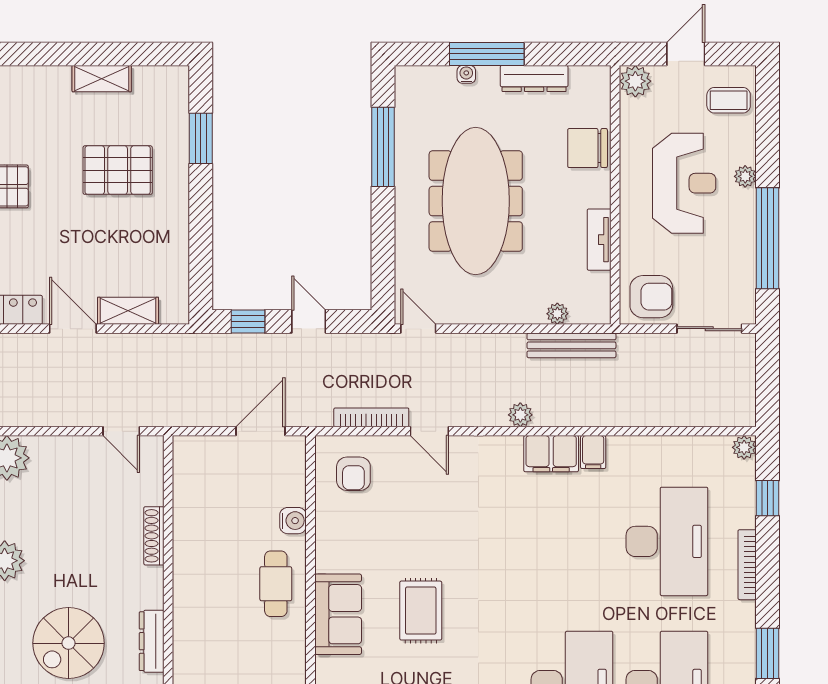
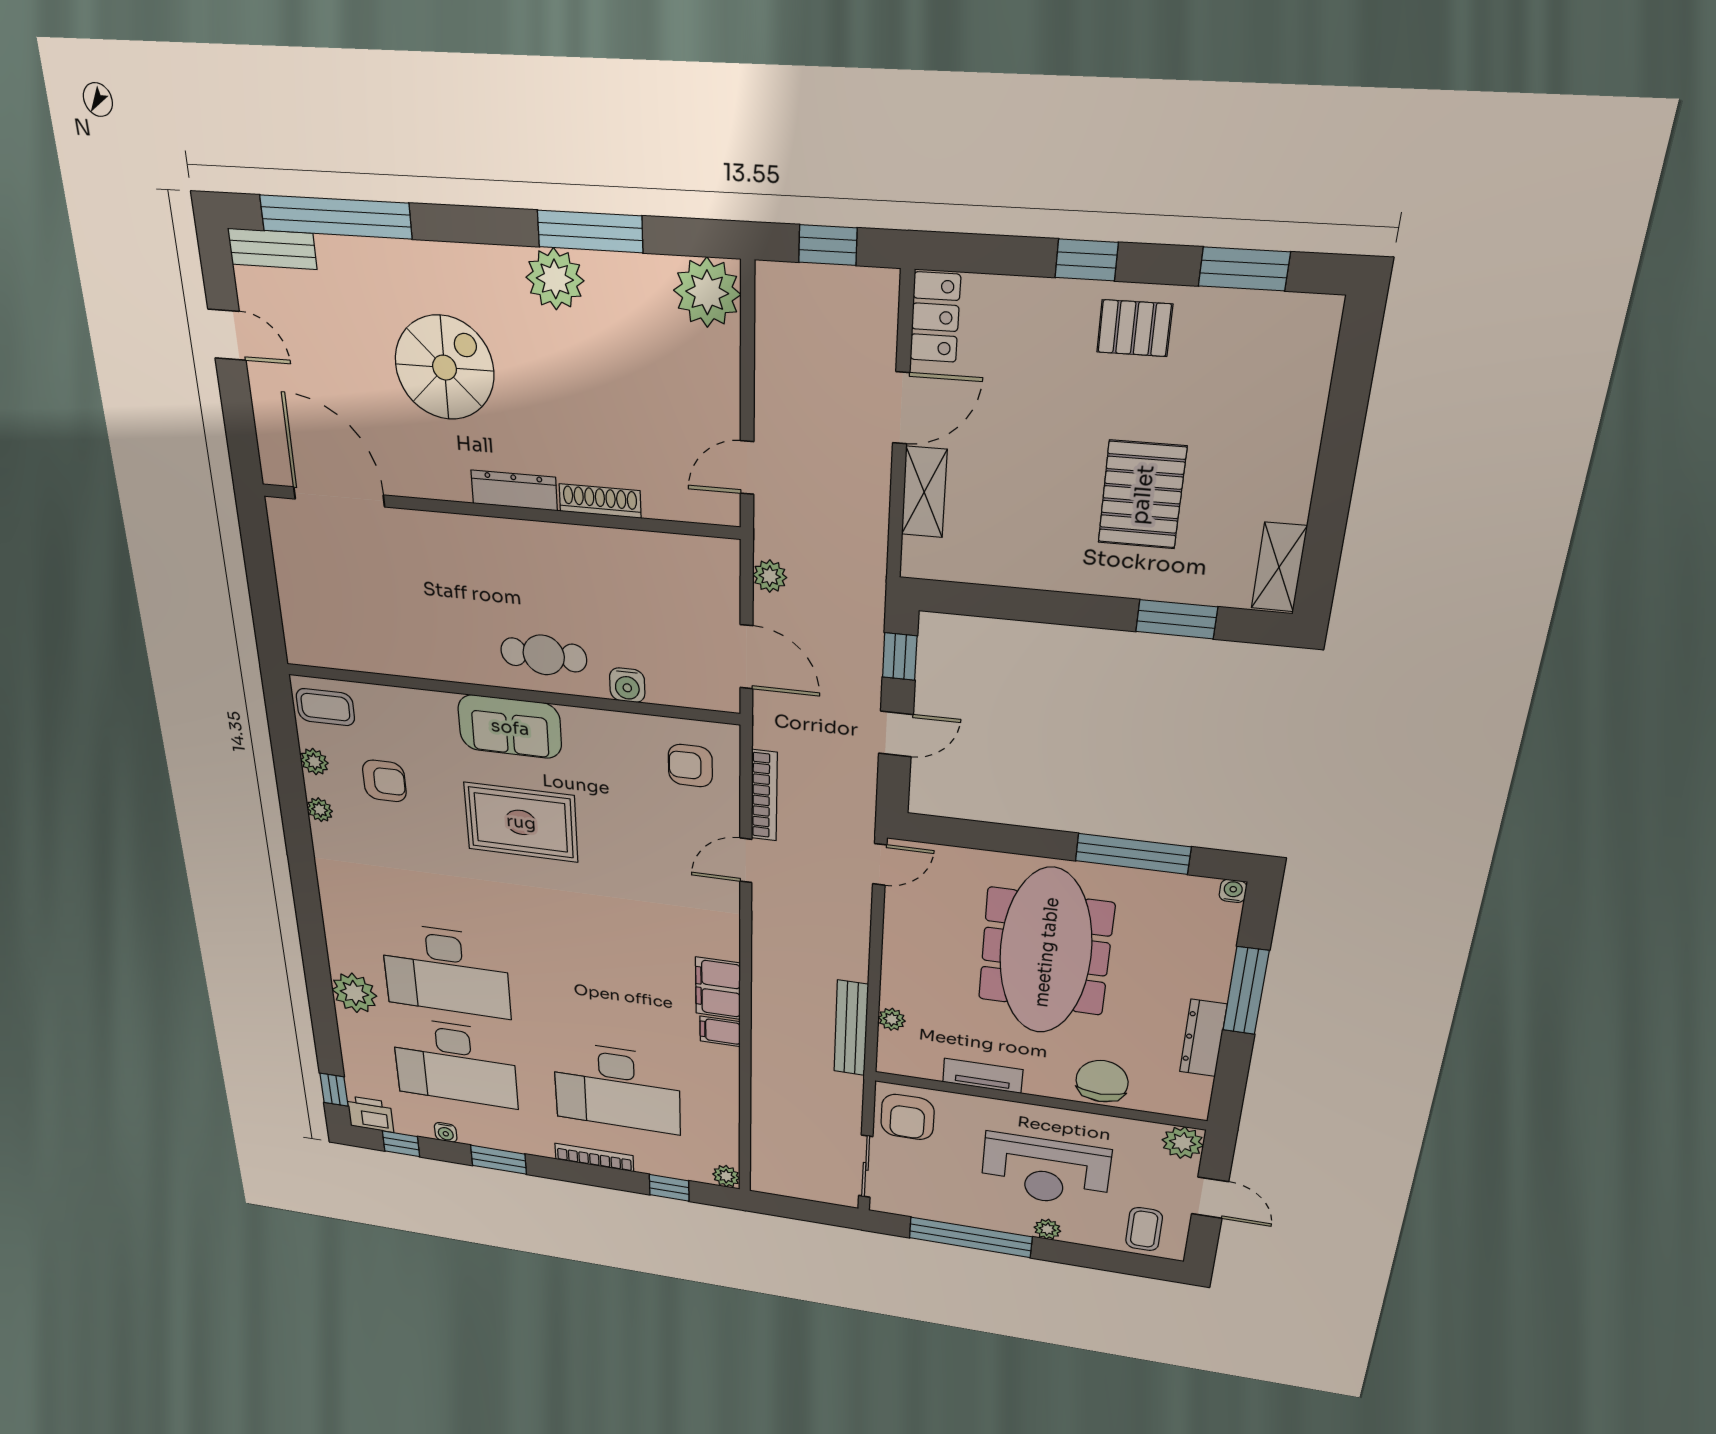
water cooler: (466, 74) -> (1233, 891), moved, turned -90
shelving: (102, 79) -> (1279, 567), moved
meeting table: (476, 201) -> (1046, 952), turned 90
plant: (520, 415) -> (770, 576), moved
rug: (421, 611) -> (521, 822), width x1.36, depth x1.43
dresser: (152, 641) -> (514, 490), moved
spiral stairs: (68, 643) -> (444, 368), turned 90

